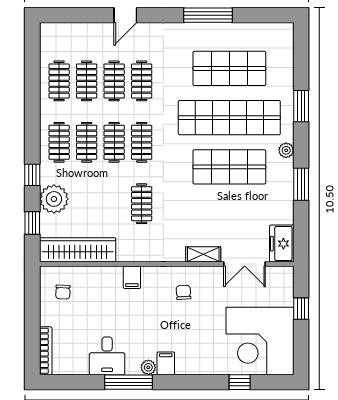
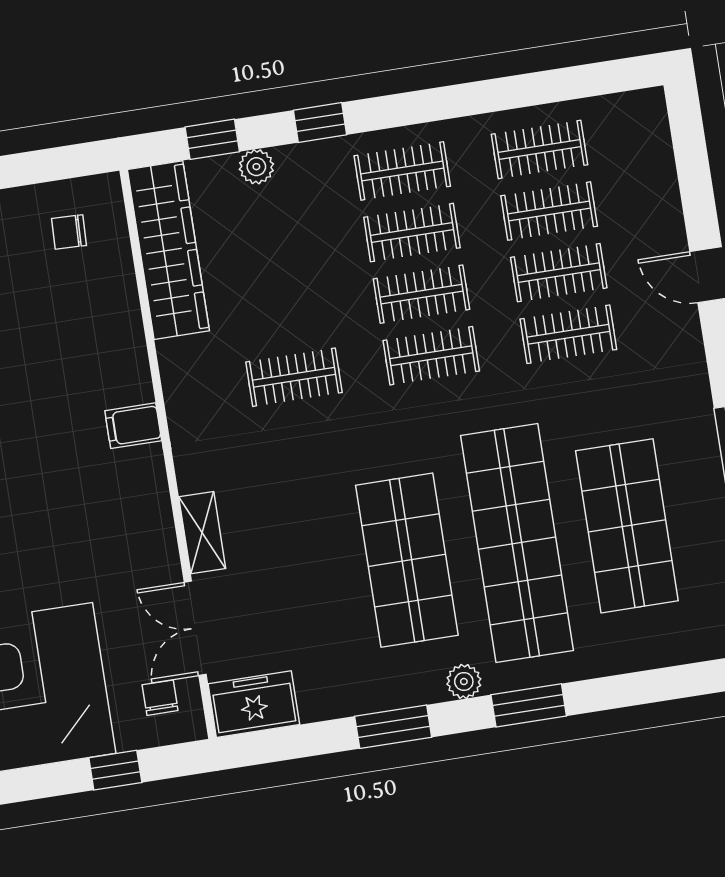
window: (301, 106) -> (529, 705), moved
plant: (54, 199) -> (256, 167), width x0.53, depth x0.53
filing cabinet: (132, 277) -> (133, 426), moved
chair: (183, 292) -> (160, 698), moved, turned -86

